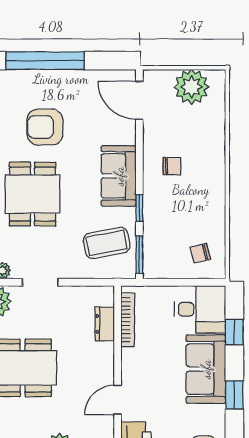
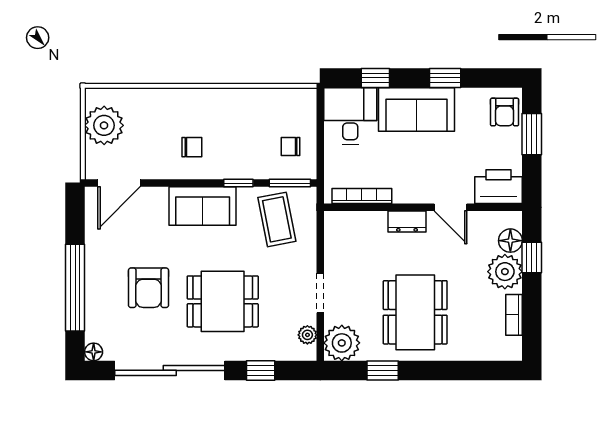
chair: (172, 166) -> (192, 147), turned 90
chair: (200, 253) -> (291, 146), moved, turned 104
dresser: (105, 324) -> (407, 222), moved

